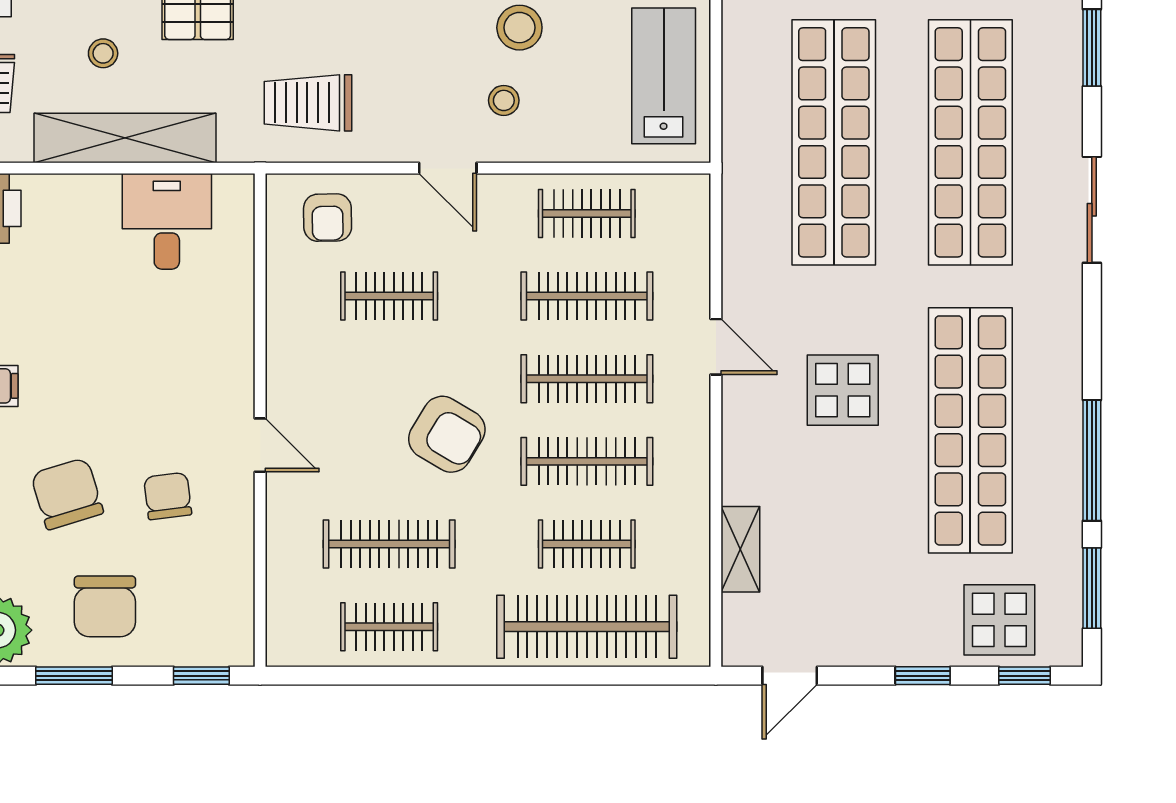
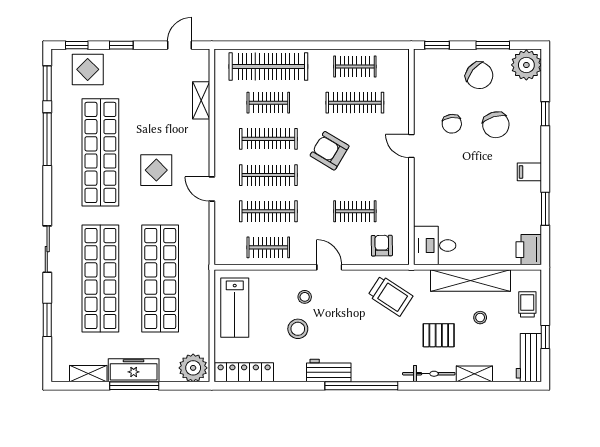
trolley: (308, 103) -> (390, 296), turned 33
desk: (167, 221) -> (435, 246), moved, turned 90
chair: (105, 606) -> (479, 75), turned 129

